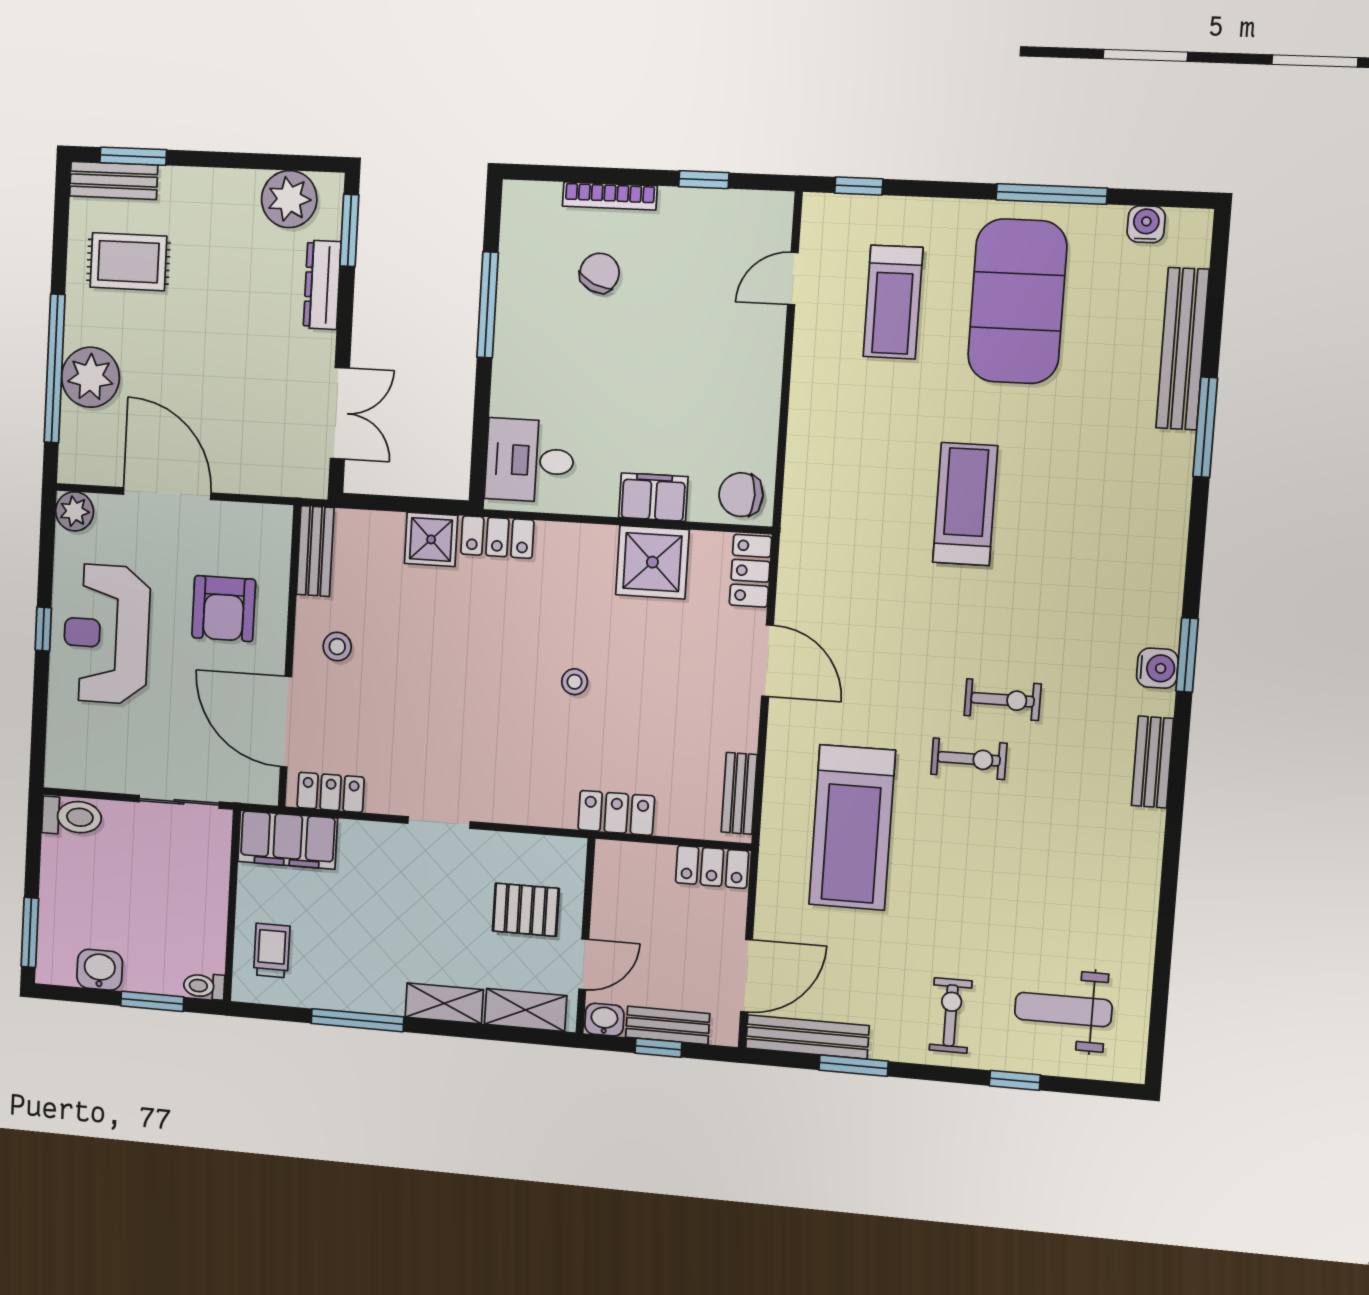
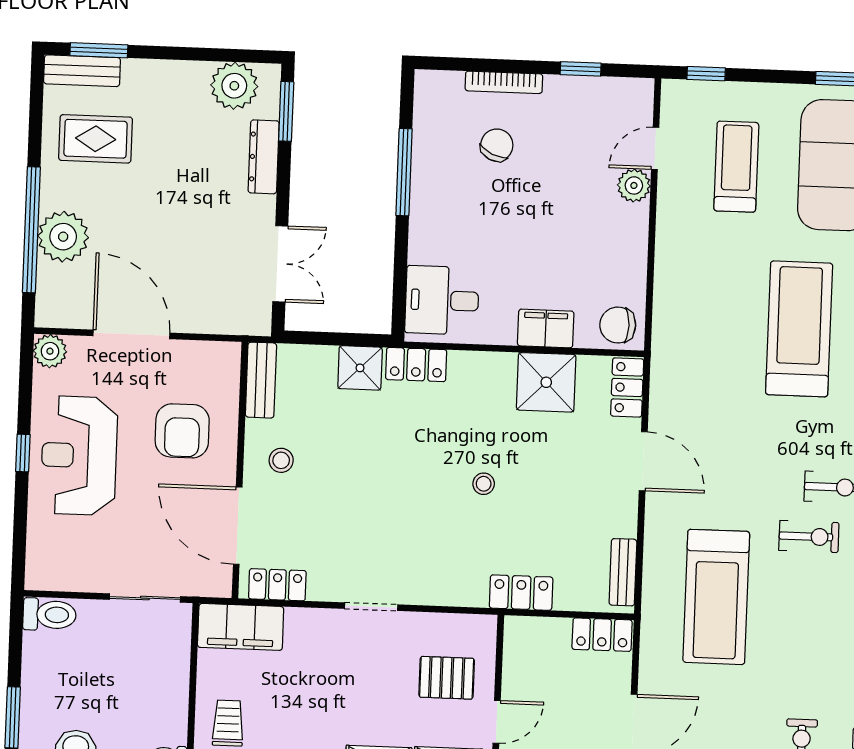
treadmill: (893, 302) -> (736, 167), turned 180
plant: (765, 324) -> (634, 185), added
treadmill: (965, 504) -> (799, 329), width x1.37, depth x1.38

